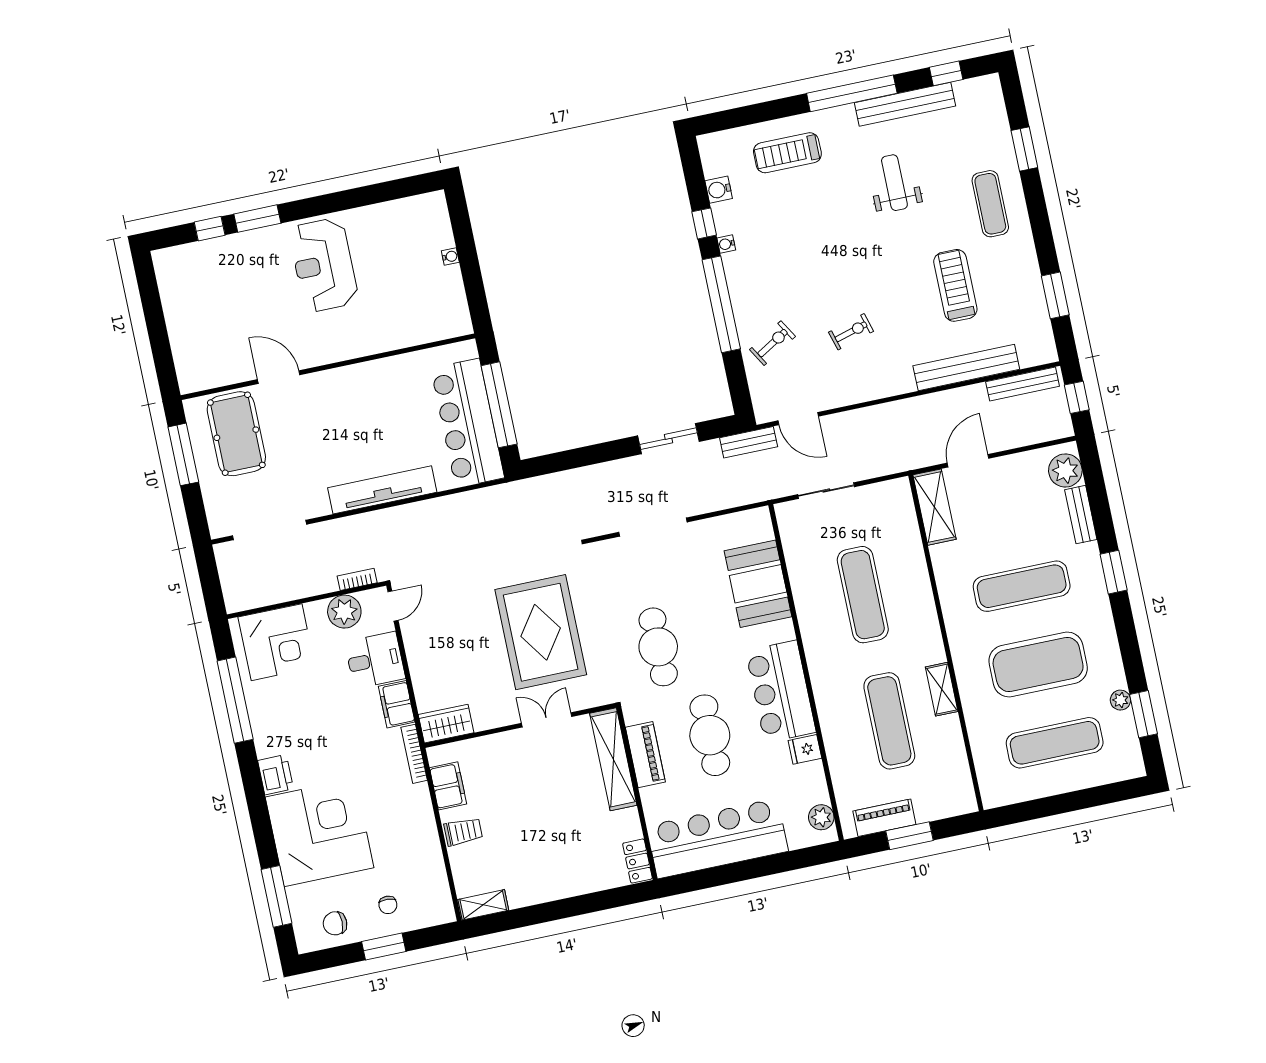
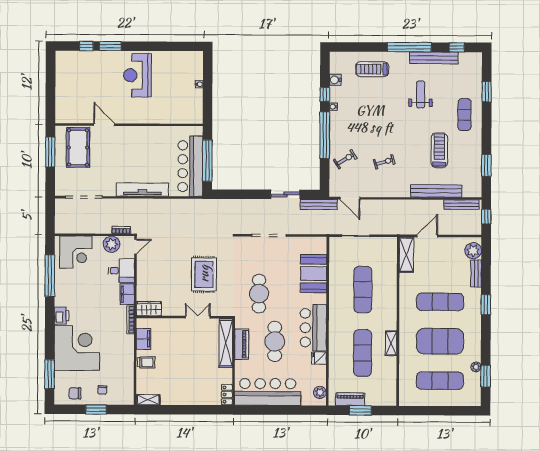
bench: (749, 442) -> (319, 204), width x1.36
rug: (541, 632) -> (204, 274), width x0.73, depth x0.69

